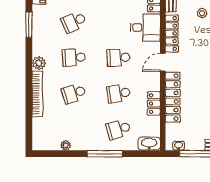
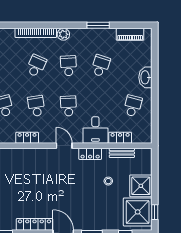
school desk: (74, 22) -> (101, 66), turned 42
locker: (172, 33) -> (90, 154), width x0.66
school desk: (74, 93) -> (36, 66), turned 42
locker: (173, 97) -> (33, 155), removed

